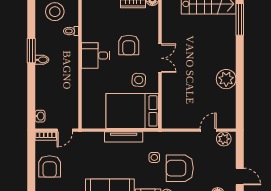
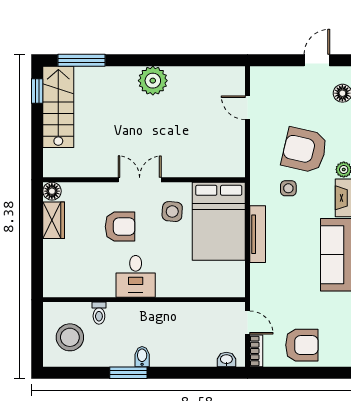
plant: (226, 79) -> (153, 81), moved
plant: (224, 139) -> (261, 84), removed
armchair: (180, 168) -> (304, 150), turned 103

